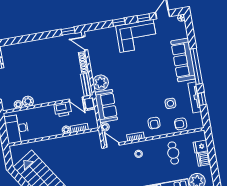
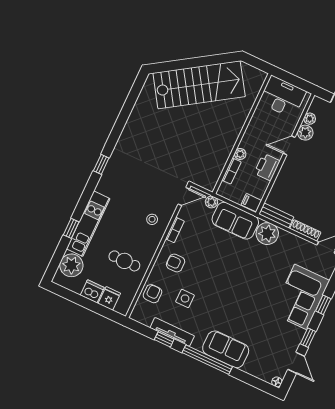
corner sofa: (137, 36) -> (301, 297), moved
sofa: (183, 60) -> (226, 349), width x0.73
door: (76, 99) -> (289, 145), moved

